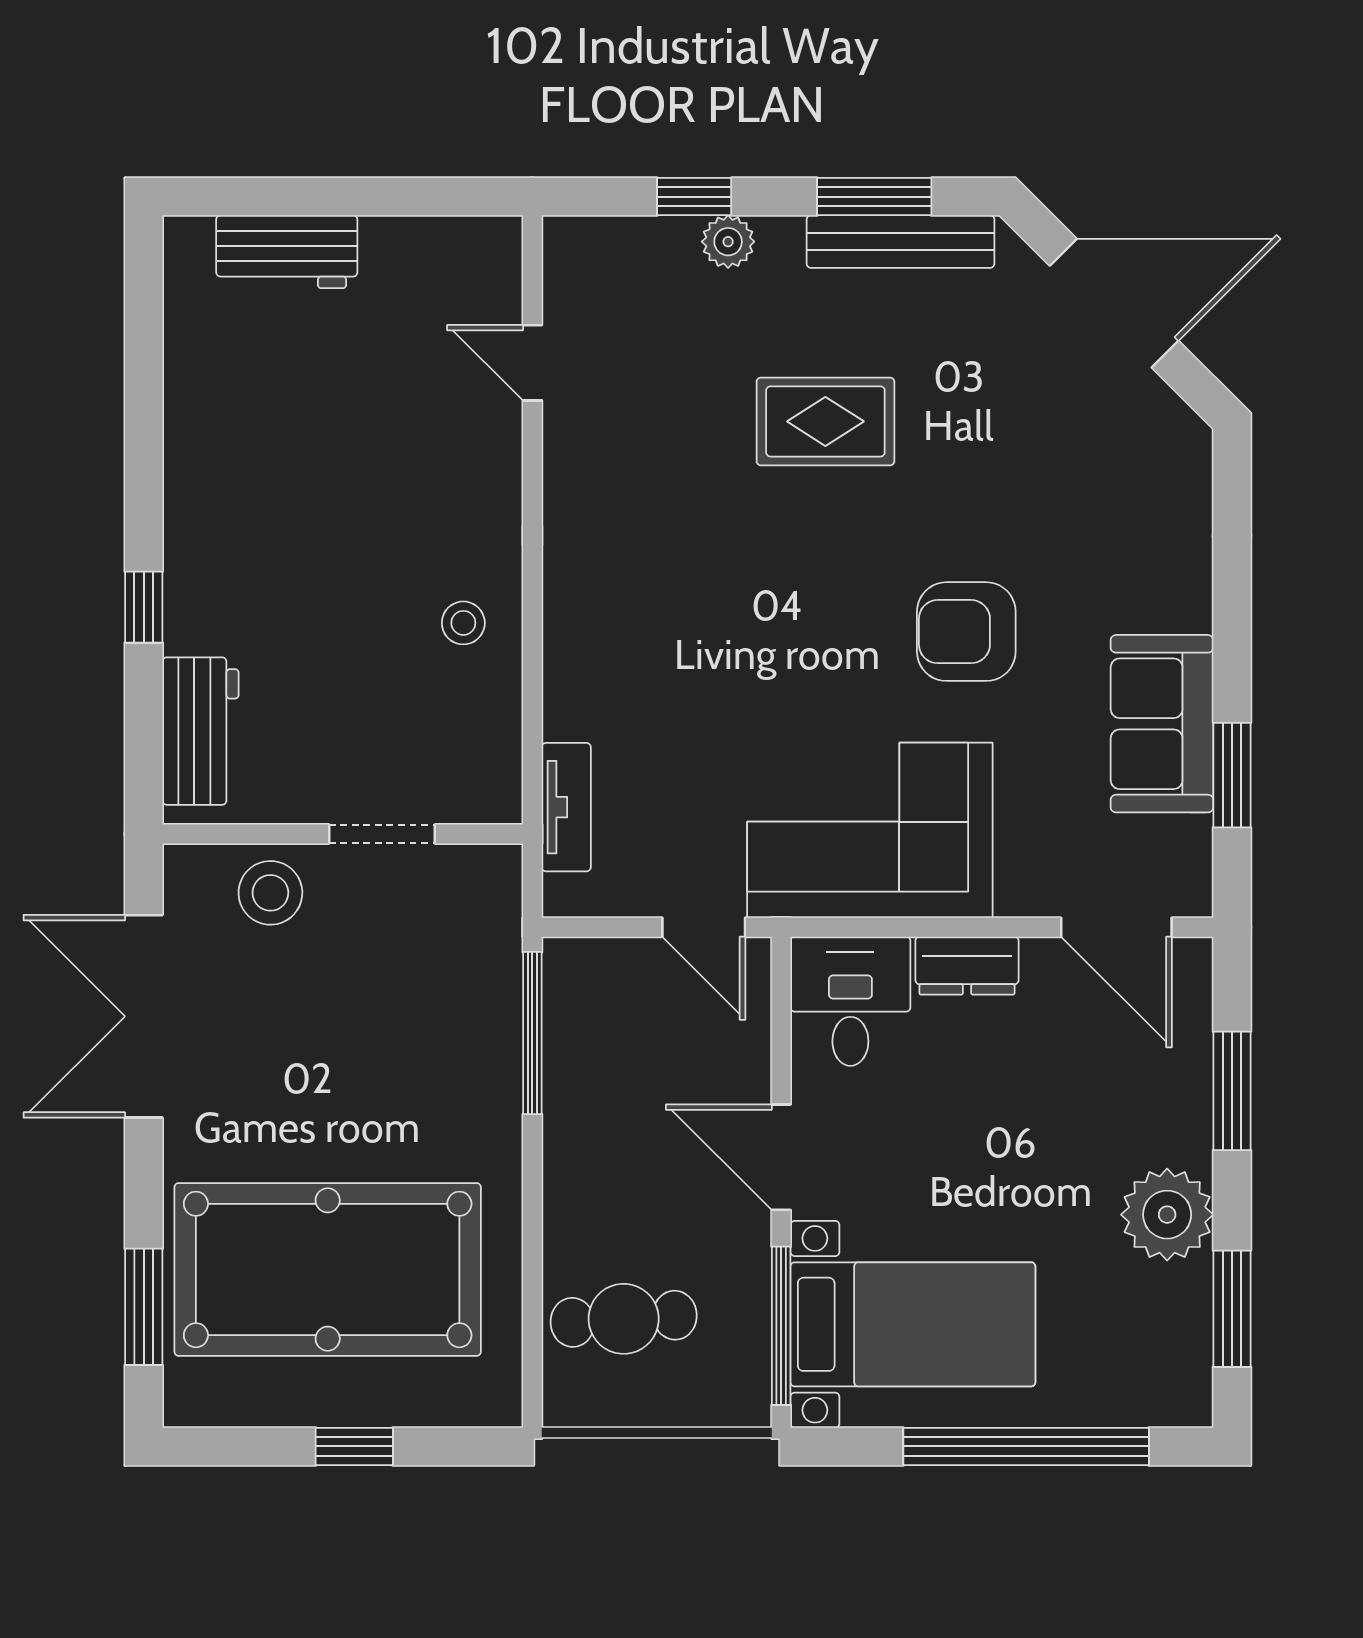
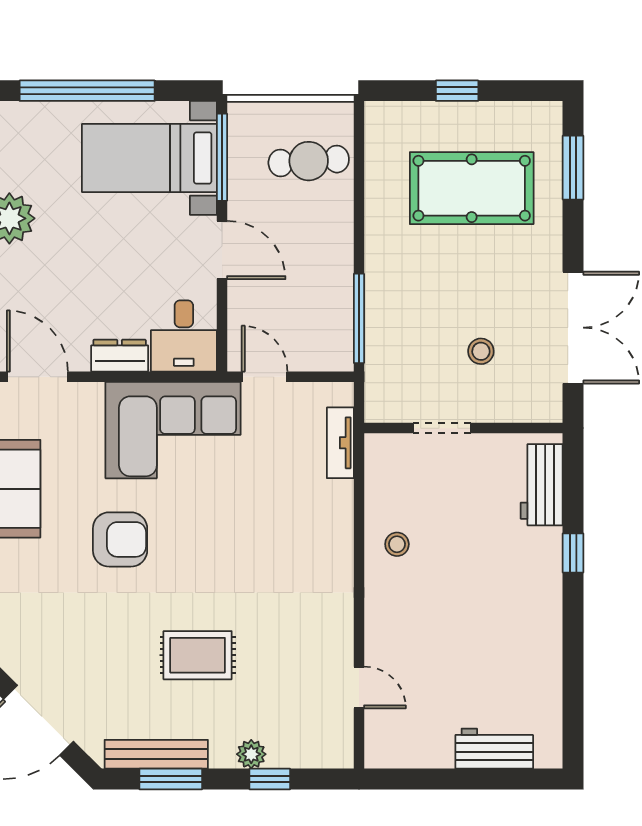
stool: (270, 893) -> (481, 351), moved, width x0.73, depth x0.73
pool table: (328, 1269) -> (472, 188), width x0.73, depth x0.76

